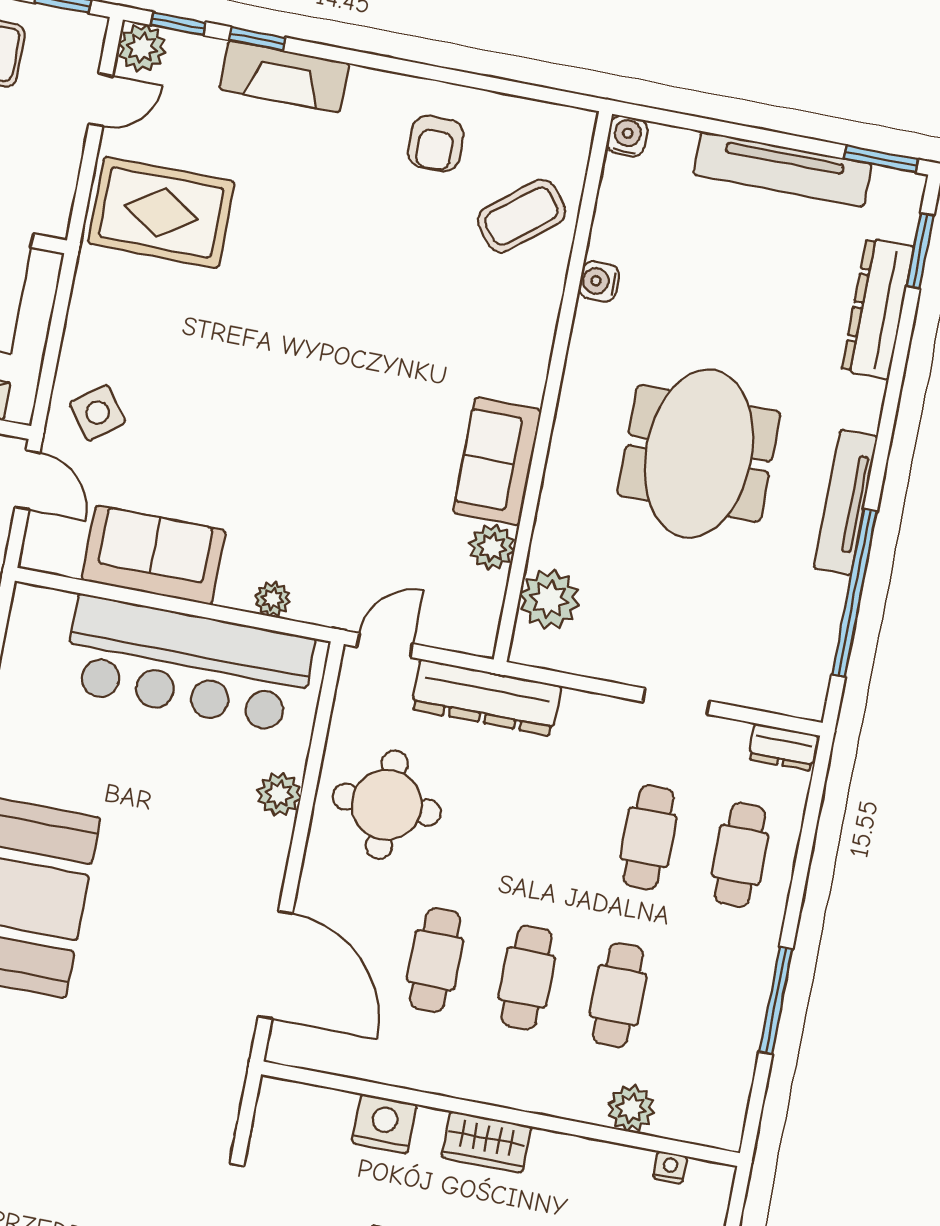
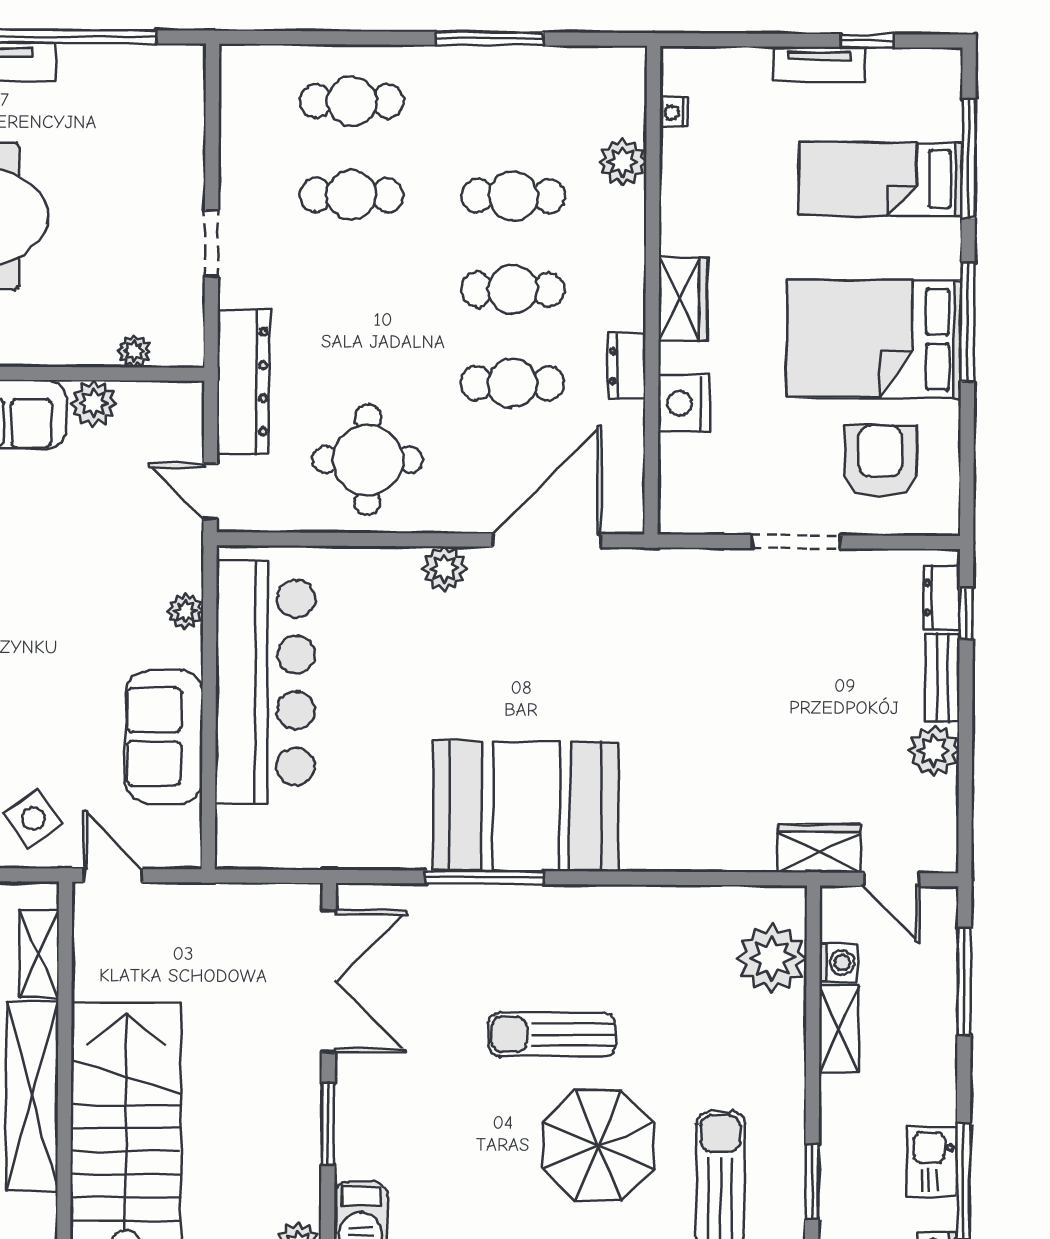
door: (27, 480) -> (113, 875), hinge flipped
plant: (549, 599) -> (134, 351), width x0.53, depth x0.53
doorway: (676, 701) -> (212, 244), moved
dresser: (783, 747) -> (627, 366), moved, turned 180
plant: (279, 794) -> (444, 569), moved

